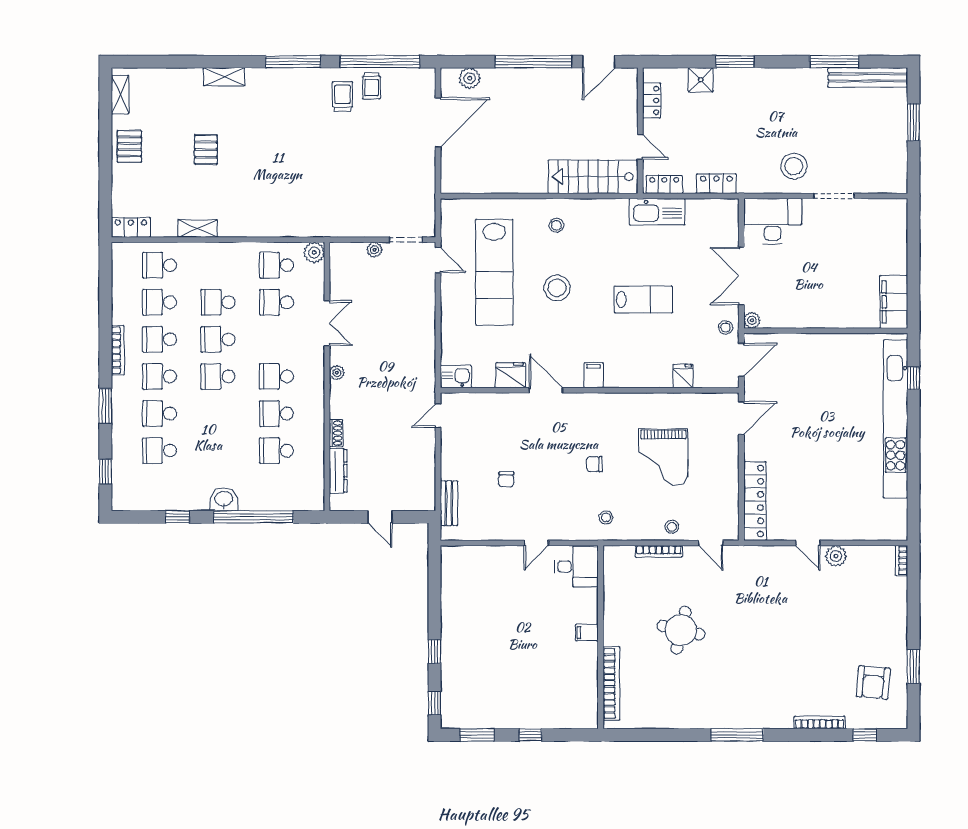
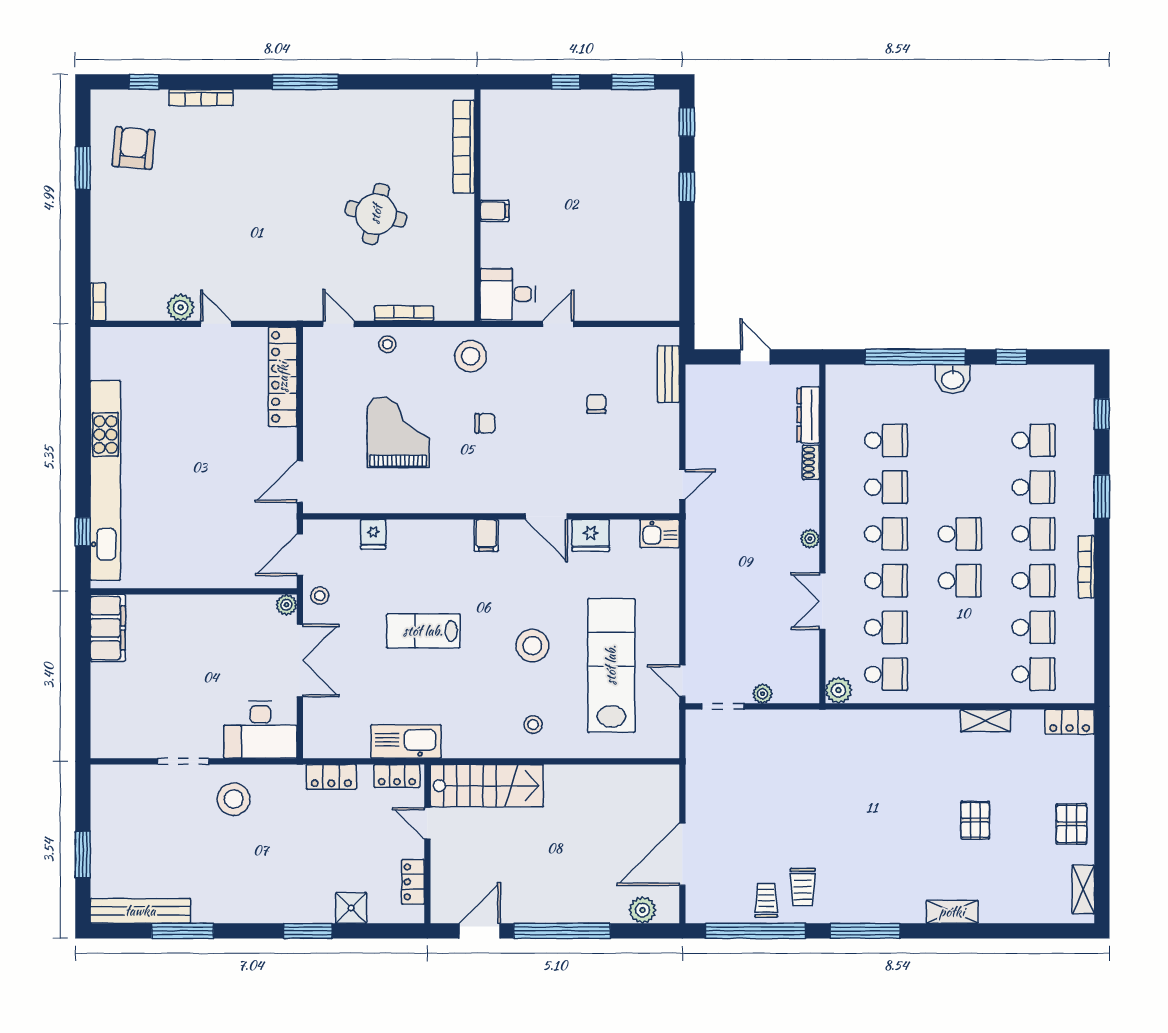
school desk: (218, 302) -> (886, 581), moved
stool: (606, 517) -> (471, 356), width x1.89, depth x1.89

